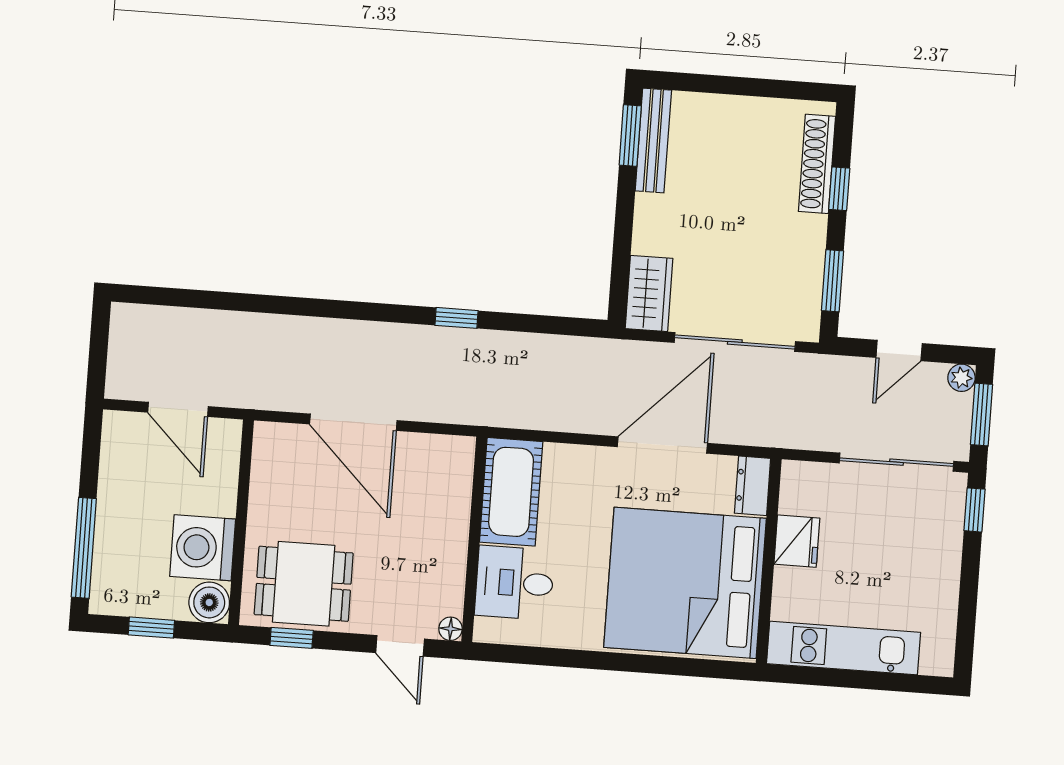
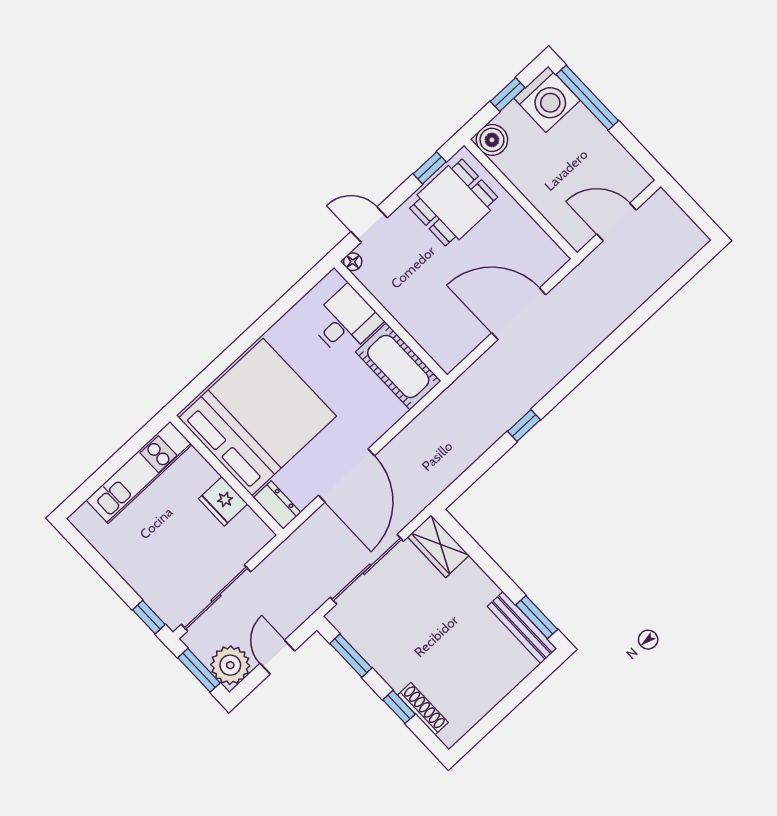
shoe rack: (817, 164) -> (423, 709), width x0.74, depth x0.81
plant: (961, 378) -> (230, 665), width x1.88, depth x1.88
washing machine: (203, 548) -> (547, 99), moved, turned 90

